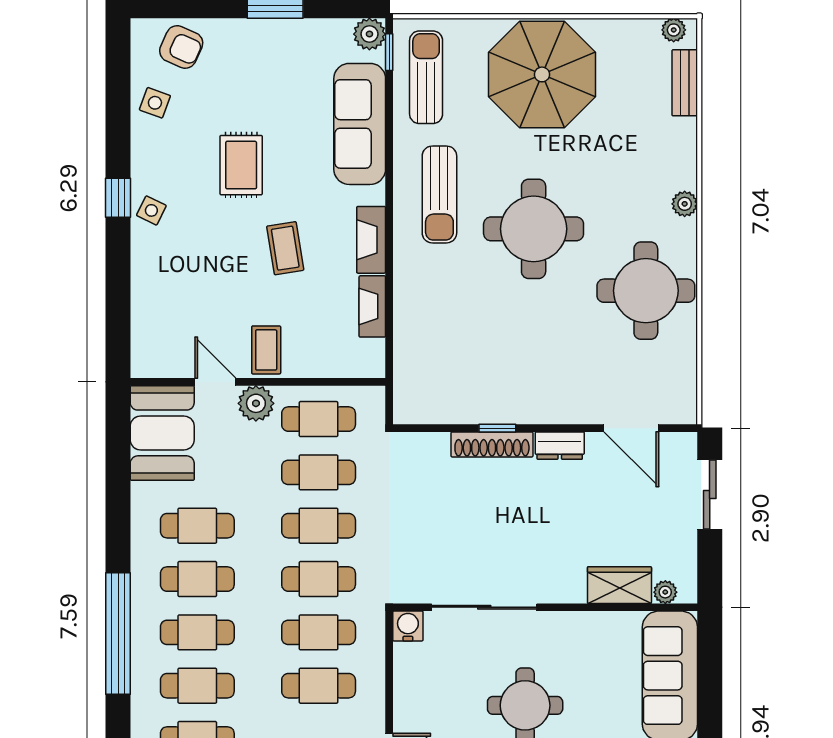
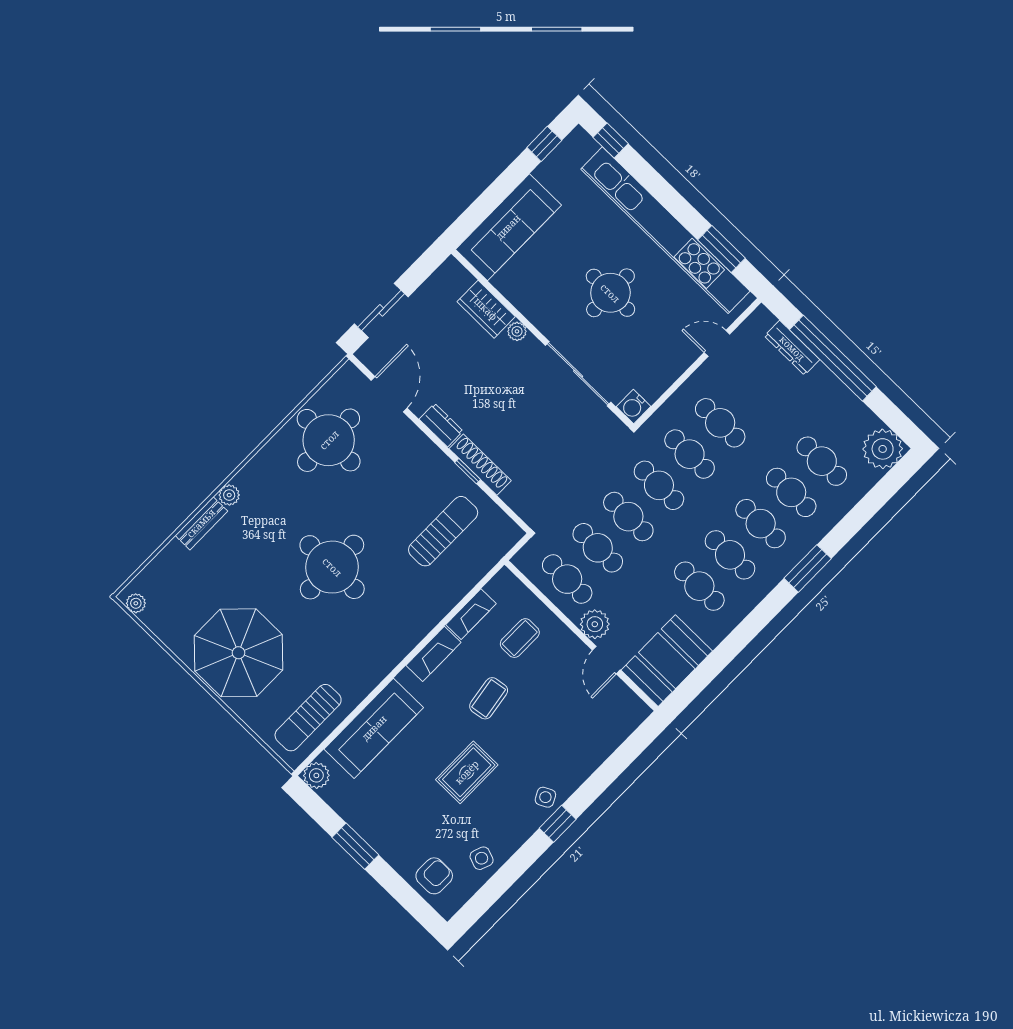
armchair: (181, 47) -> (434, 876), turned 66
window: (389, 52) -> (315, 754), removed
bench: (685, 83) -> (201, 523), moved
sun lounger: (439, 194) -> (443, 531), moved
side table: (151, 210) -> (545, 797), turned 37
round table: (646, 291) -> (329, 440), moved
coffee table: (266, 350) -> (520, 638), moved
plant: (665, 592) -> (517, 331), moved
window: (118, 633) -> (808, 568), width x0.47

